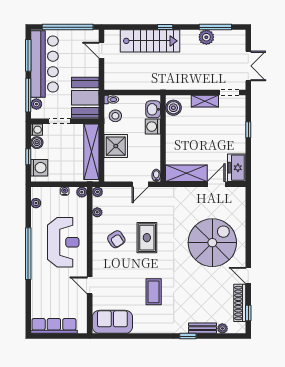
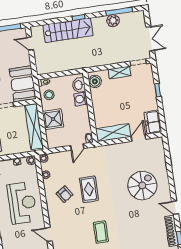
spiral stairs: (212, 243) -> (142, 185), width x0.73, depth x0.73

